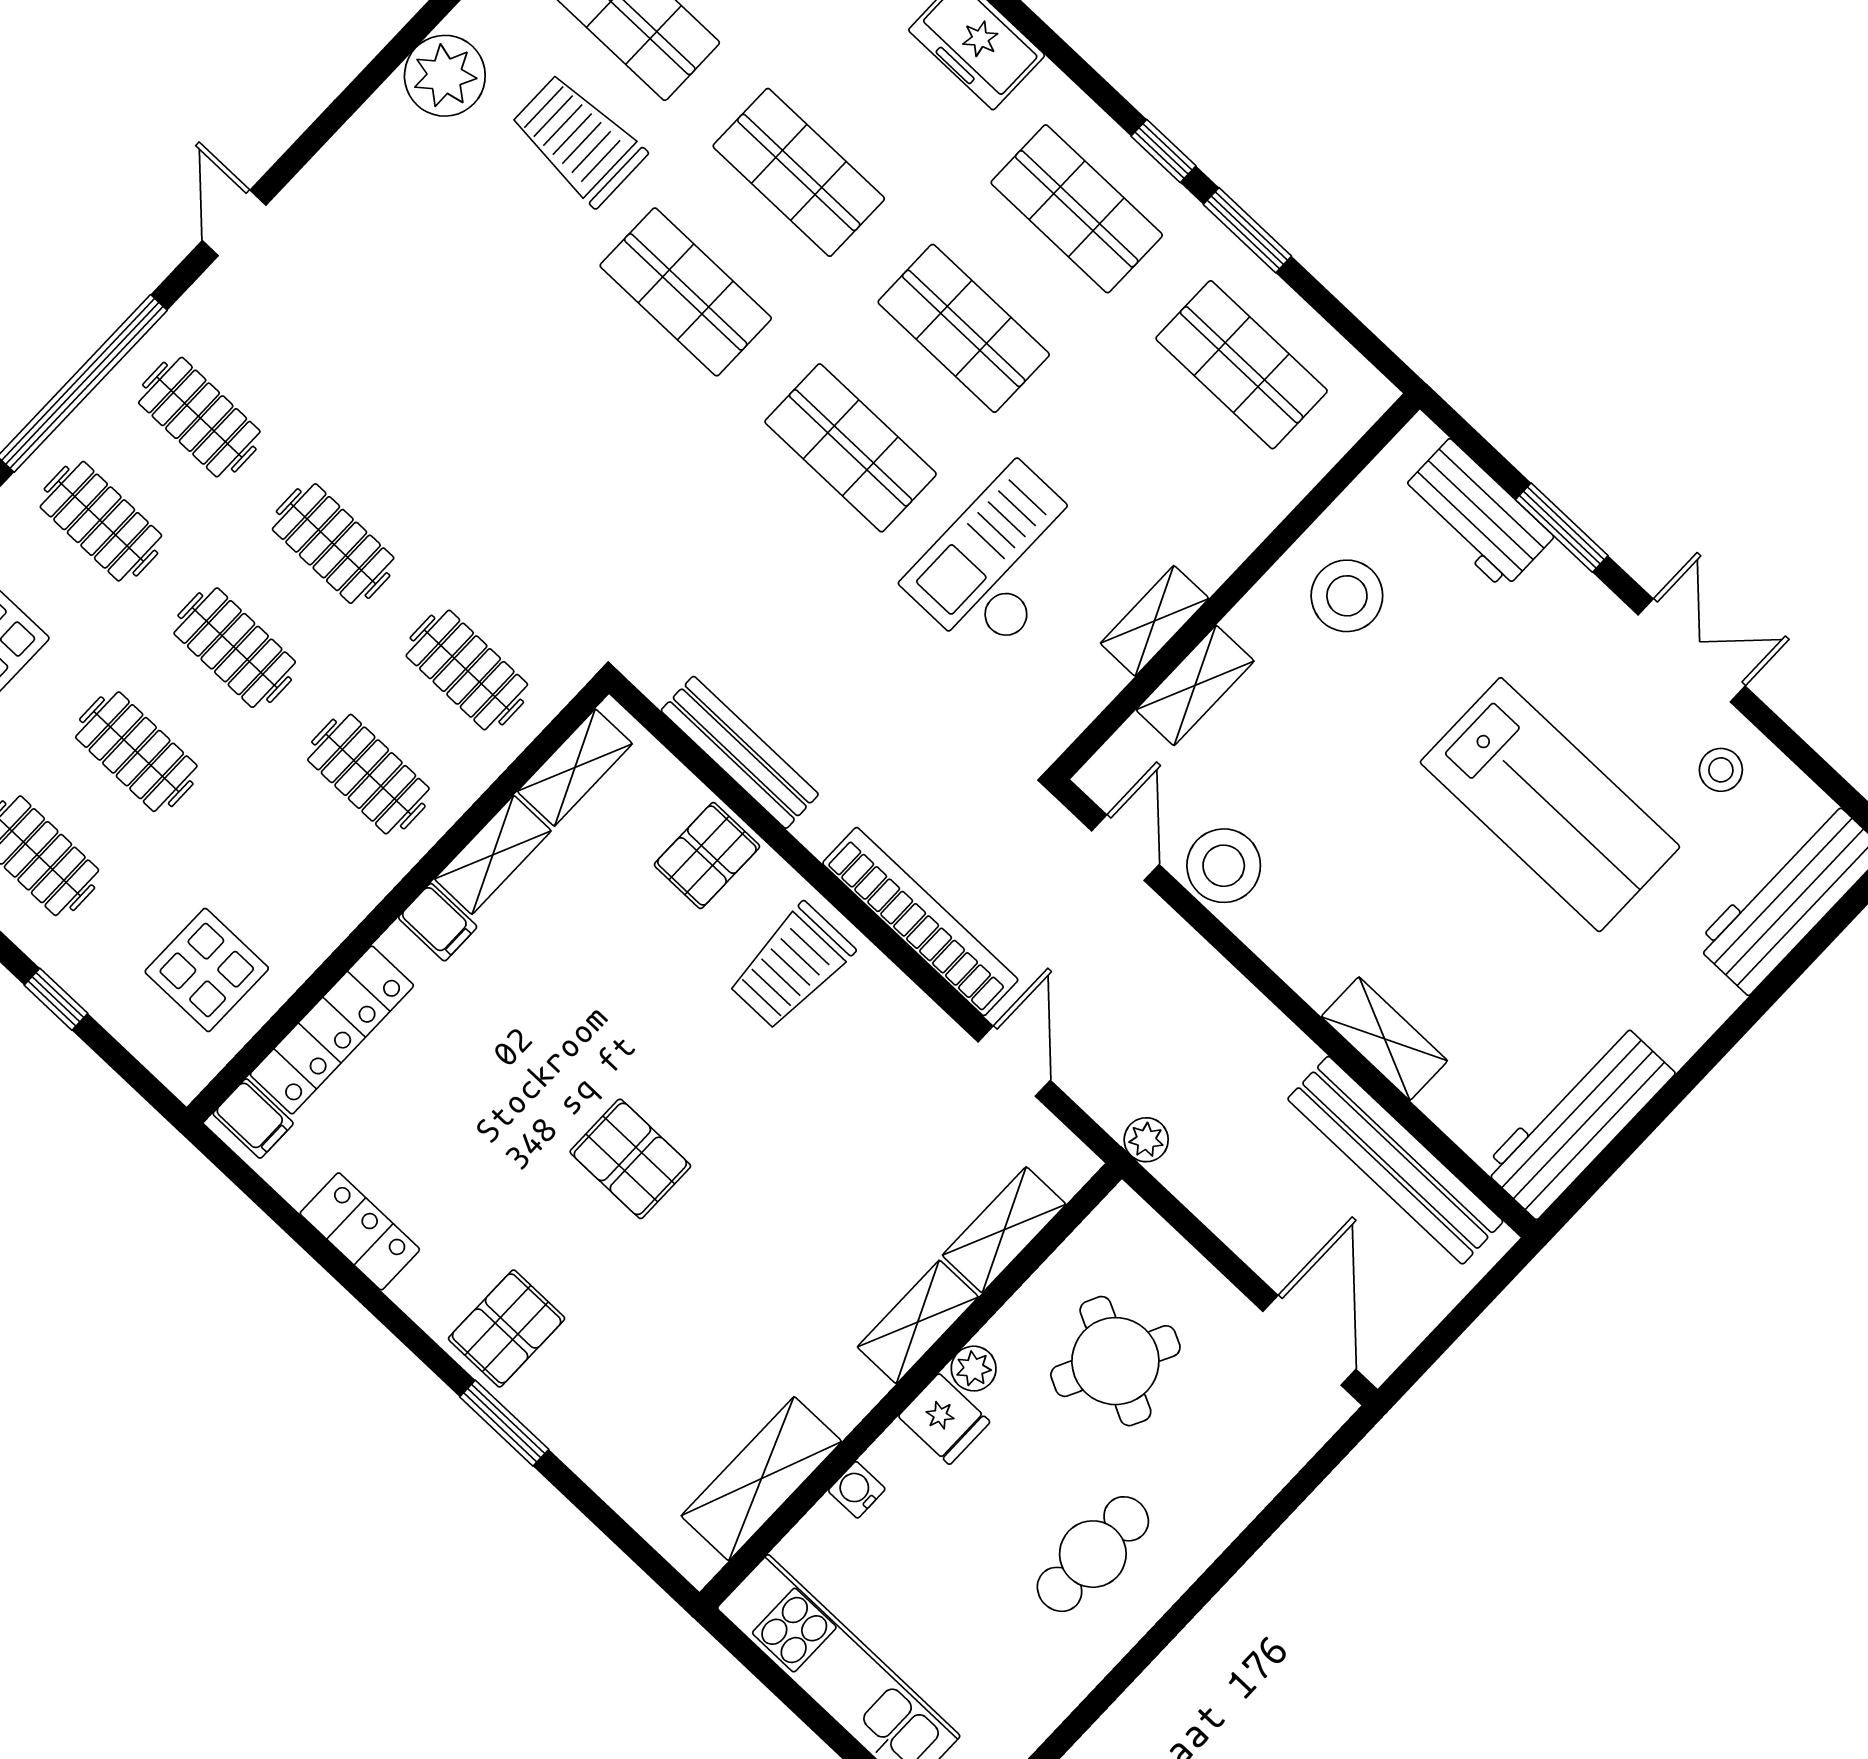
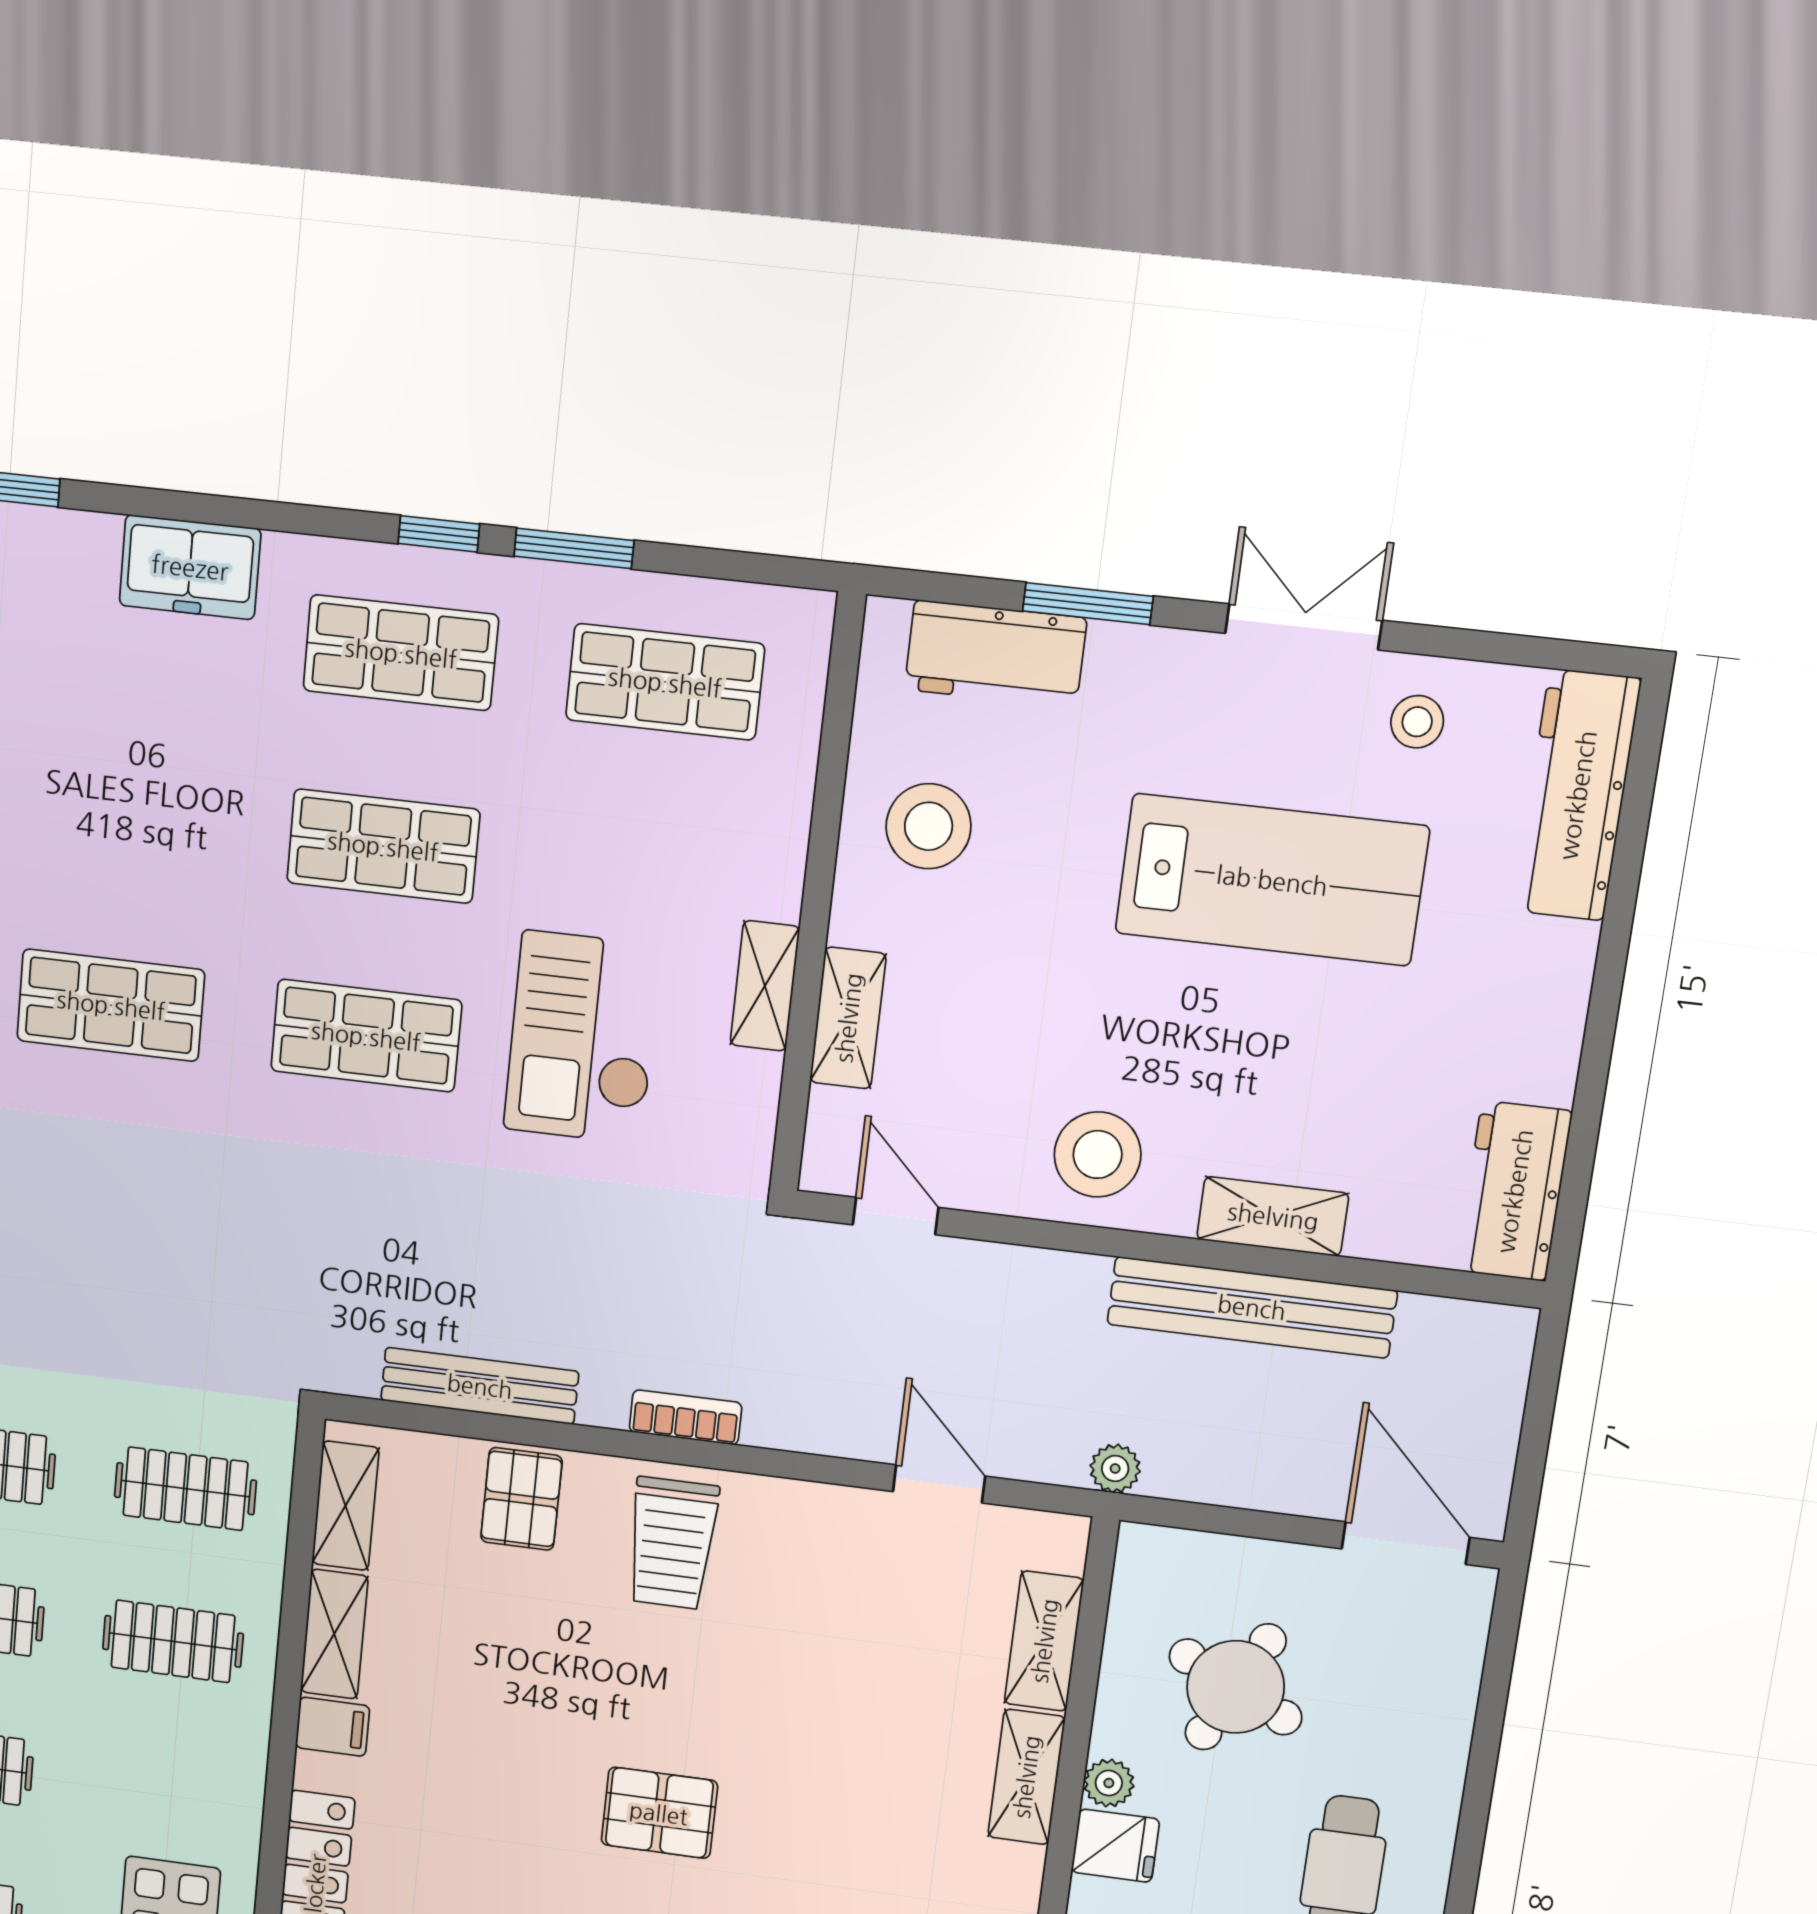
shop shelf: (799, 172) -> (125, 817), removed
stool: (1224, 866) -> (1098, 1154), moved
bookcase: (920, 922) -> (686, 1417), width x0.43, depth x0.76
workbench: (1579, 1121) -> (1514, 1191), width x0.73
bench: (1395, 1160) -> (1252, 1307), moved

